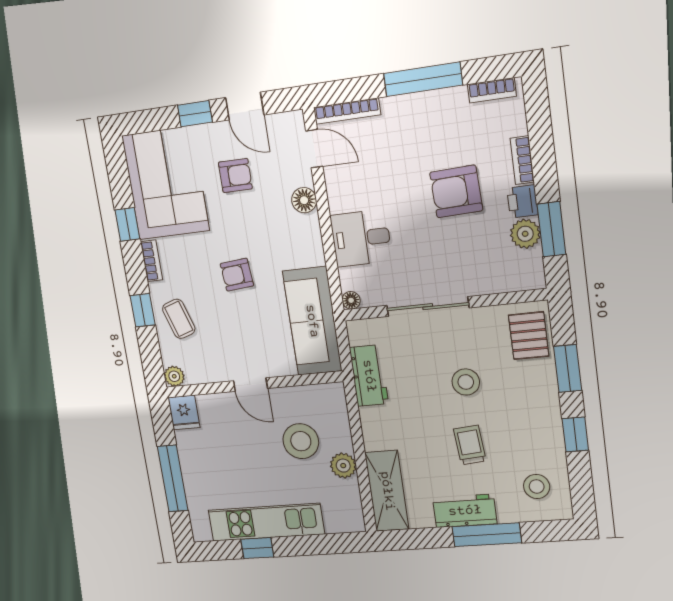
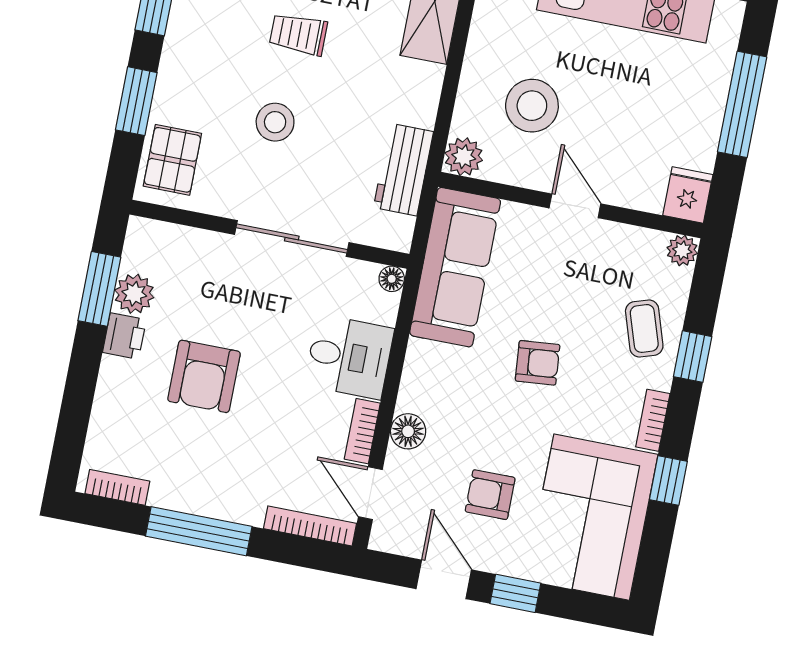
bookcase: (522, 160) -> (362, 431), moved, turned 180
armchair: (456, 191) -> (204, 376), turned 92
trolley: (470, 445) -> (298, 34), turned 95
plant: (343, 466) -> (464, 157), moved

